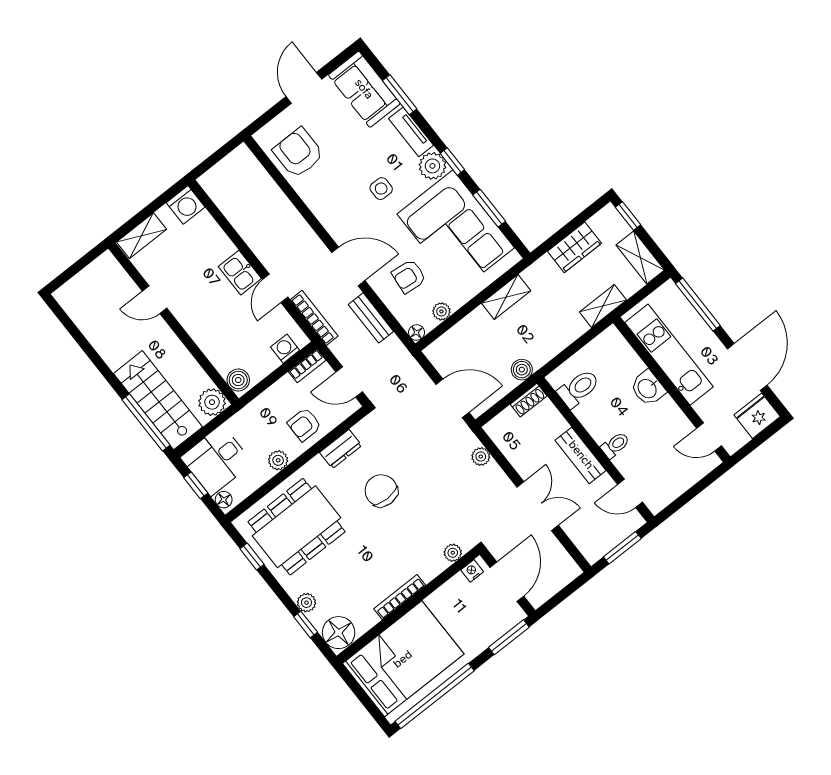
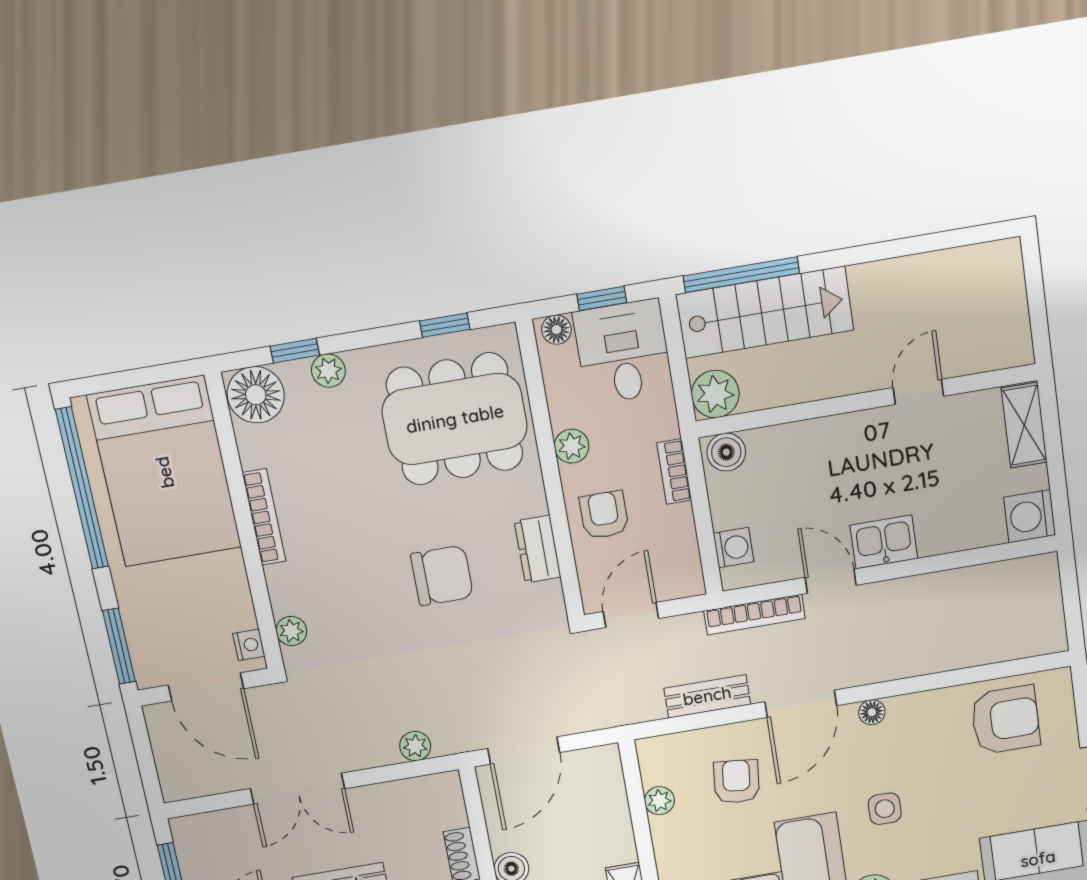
floor lamp: (417, 332) -> (872, 712), moved
bookcase: (307, 366) -> (674, 471), moved
dining table: (297, 527) -> (455, 419), turned 90

